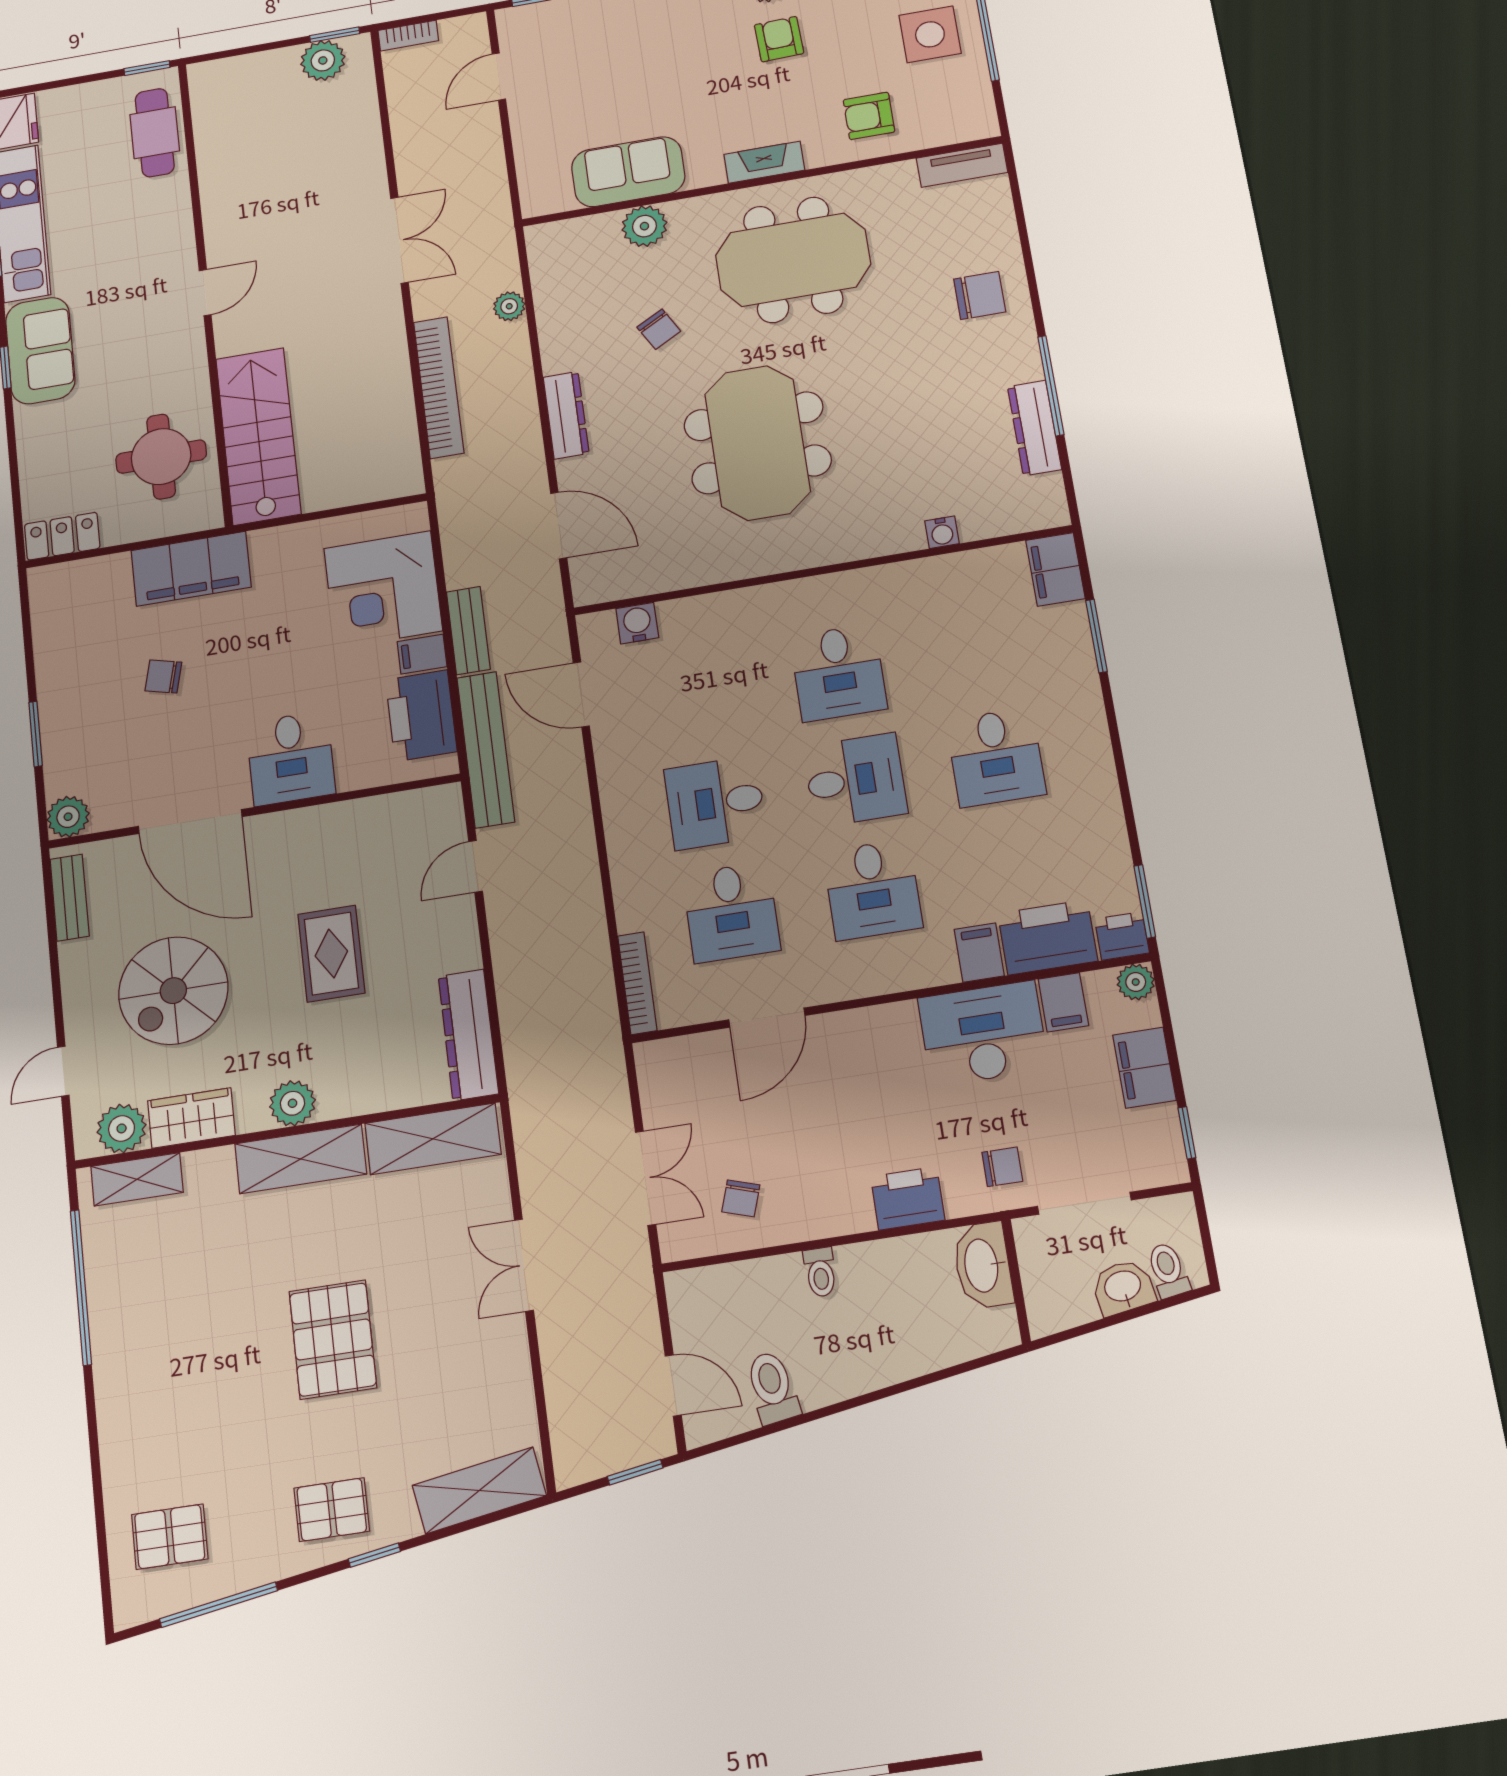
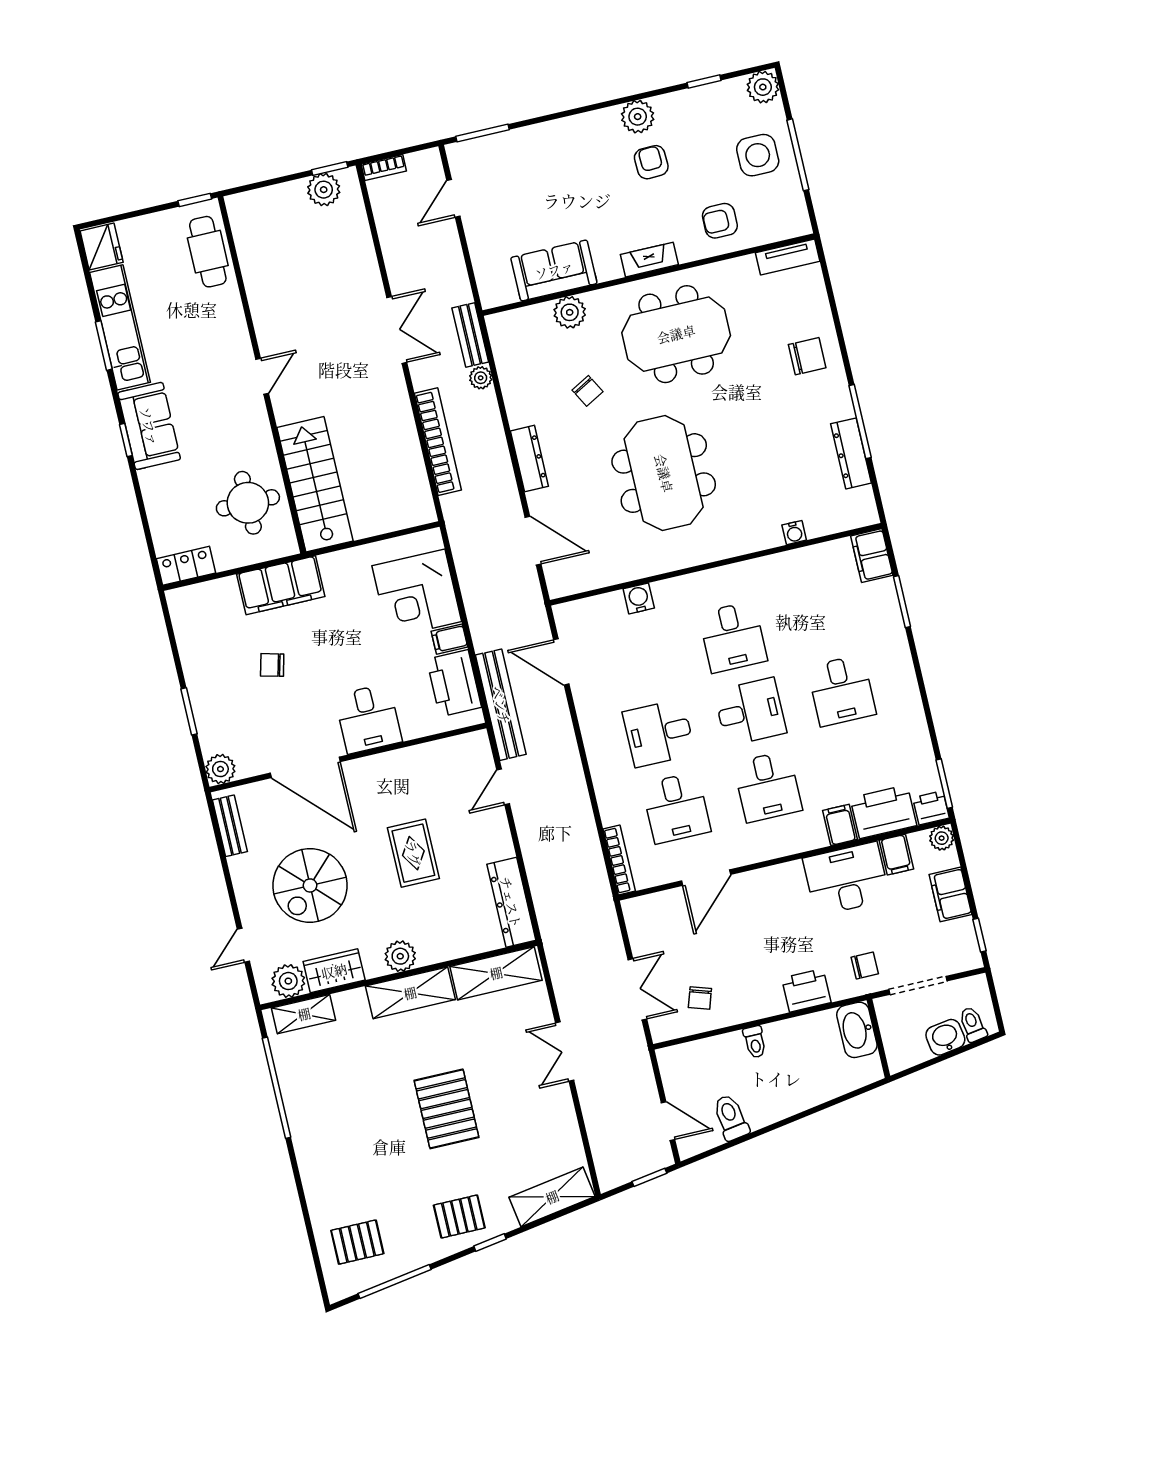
water cooler: (637, 623) -> (639, 598), moved
bench: (468, 631) -> (470, 335), moved

